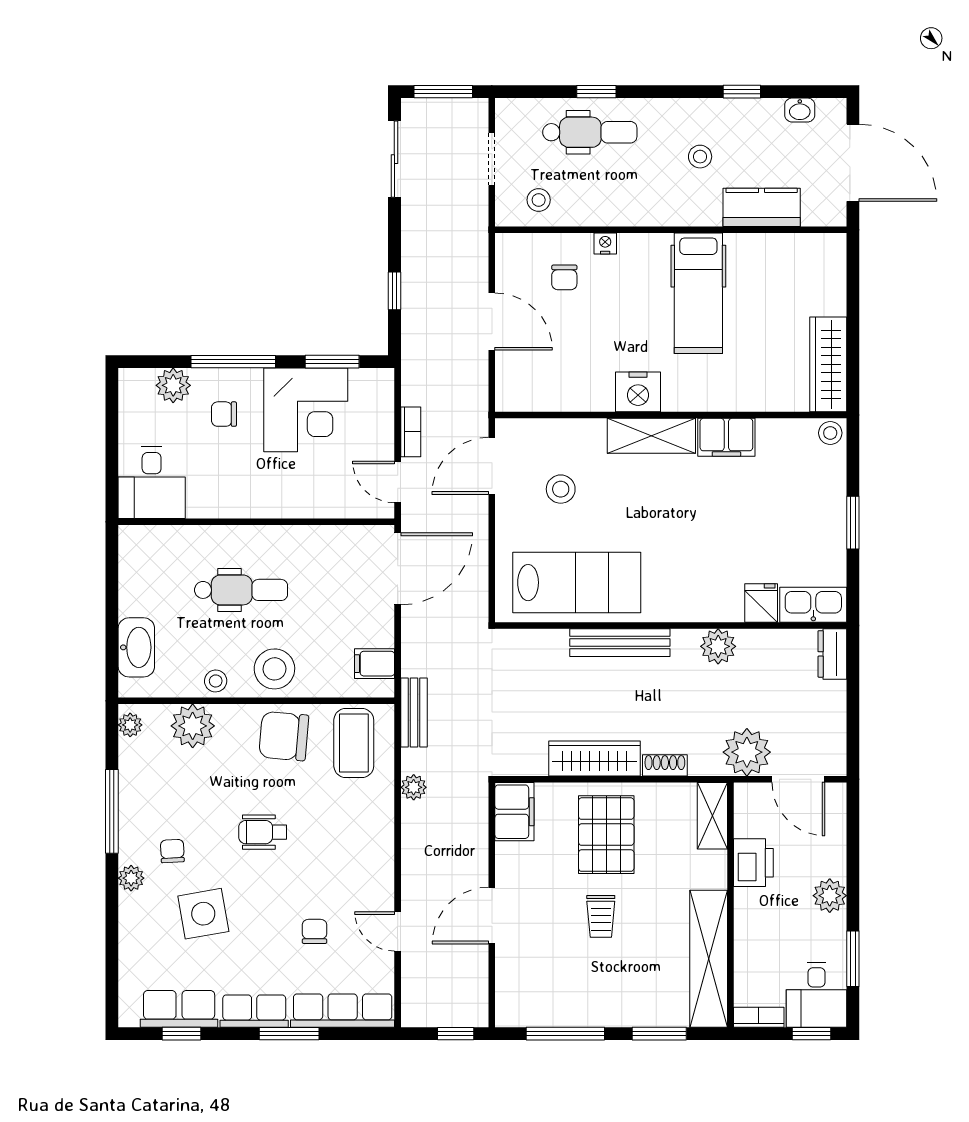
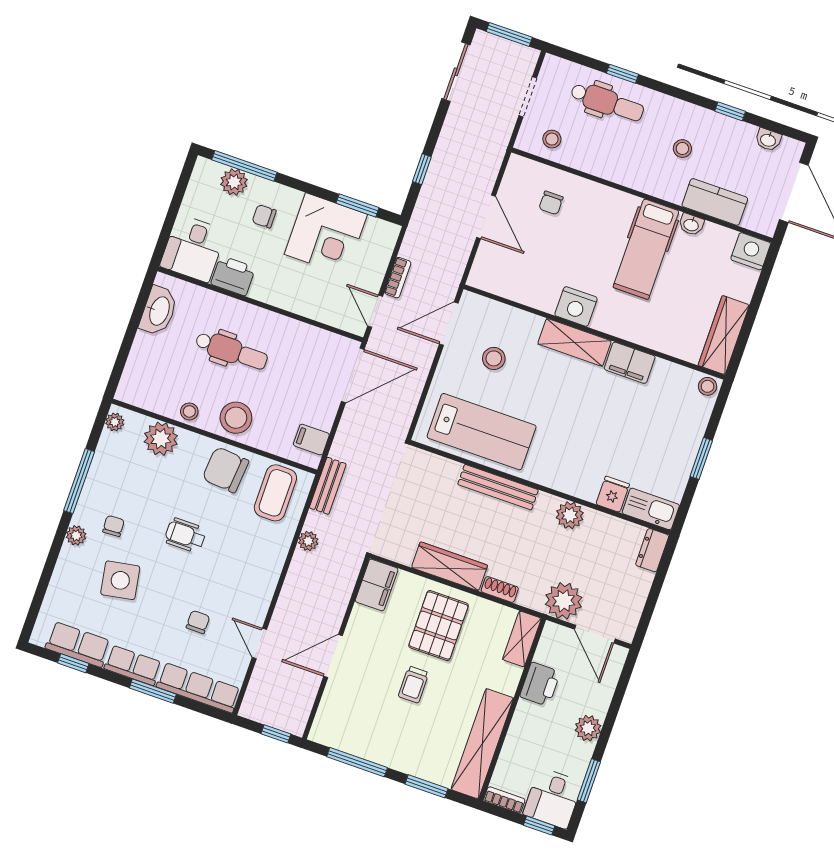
nightstand: (605, 243) -> (751, 251), moved, width x1.89, depth x1.79
washbasin: (743, 245) -> (691, 225), added
window: (233, 362) -> (244, 166), moved
printer: (211, 499) -> (233, 276), added
washbasin: (136, 647) -> (159, 311), moved

